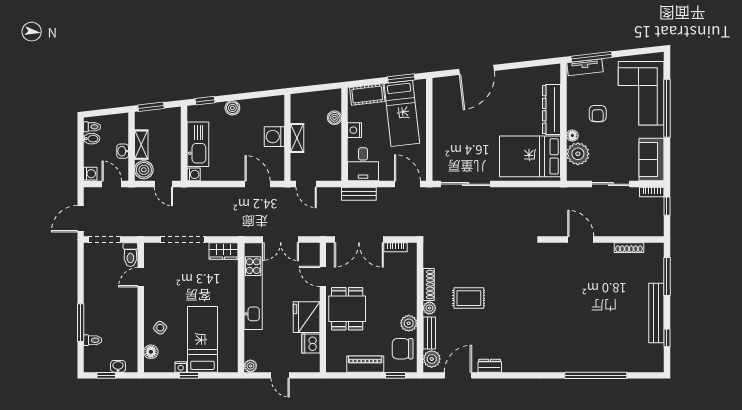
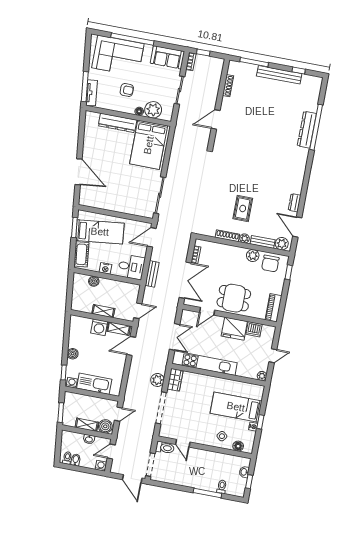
shelving: (278, 163) -> (119, 329), added
washing machine: (194, 174) -> (72, 383), moved
plant: (219, 228) -> (157, 380), added
piano: (365, 364) -> (273, 308), moved
dresser: (590, 364) -> (307, 130), added

